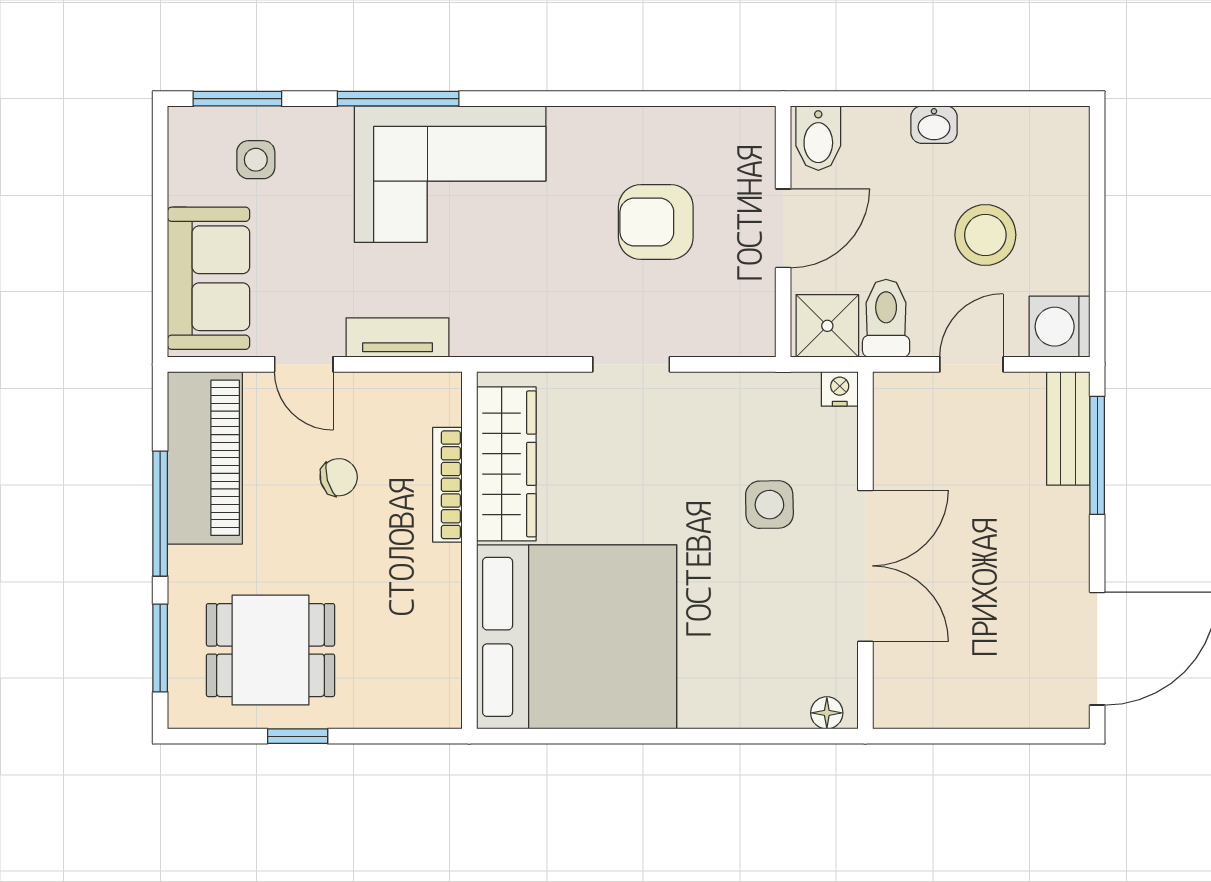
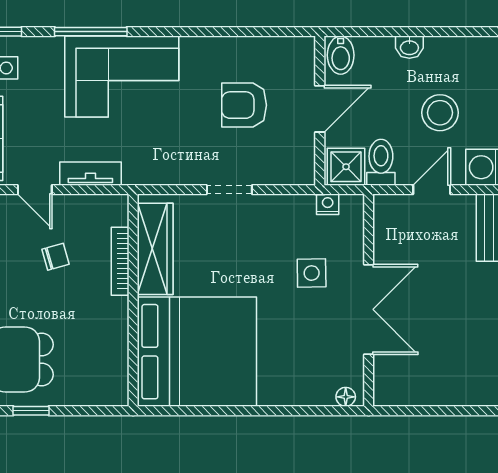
nightstand: (840, 389) -> (328, 204), moved

